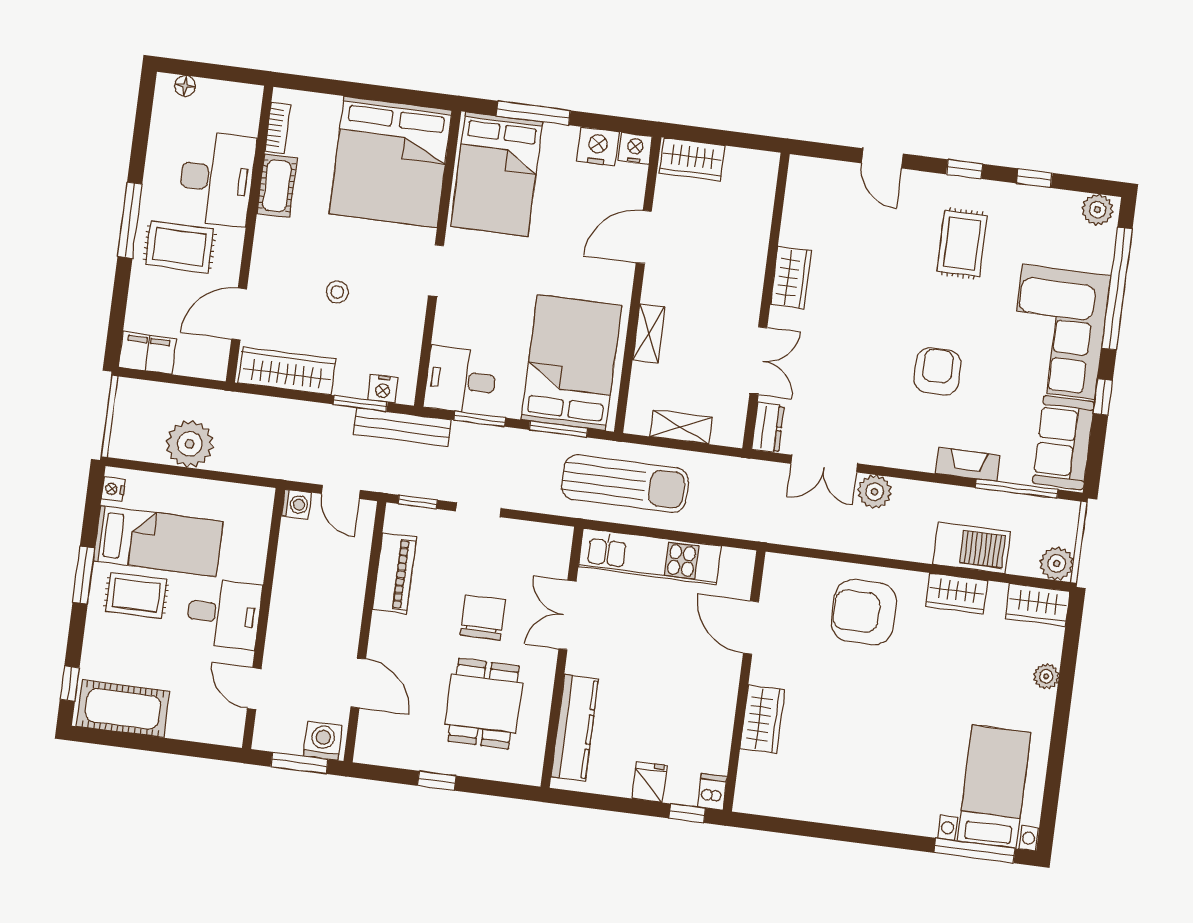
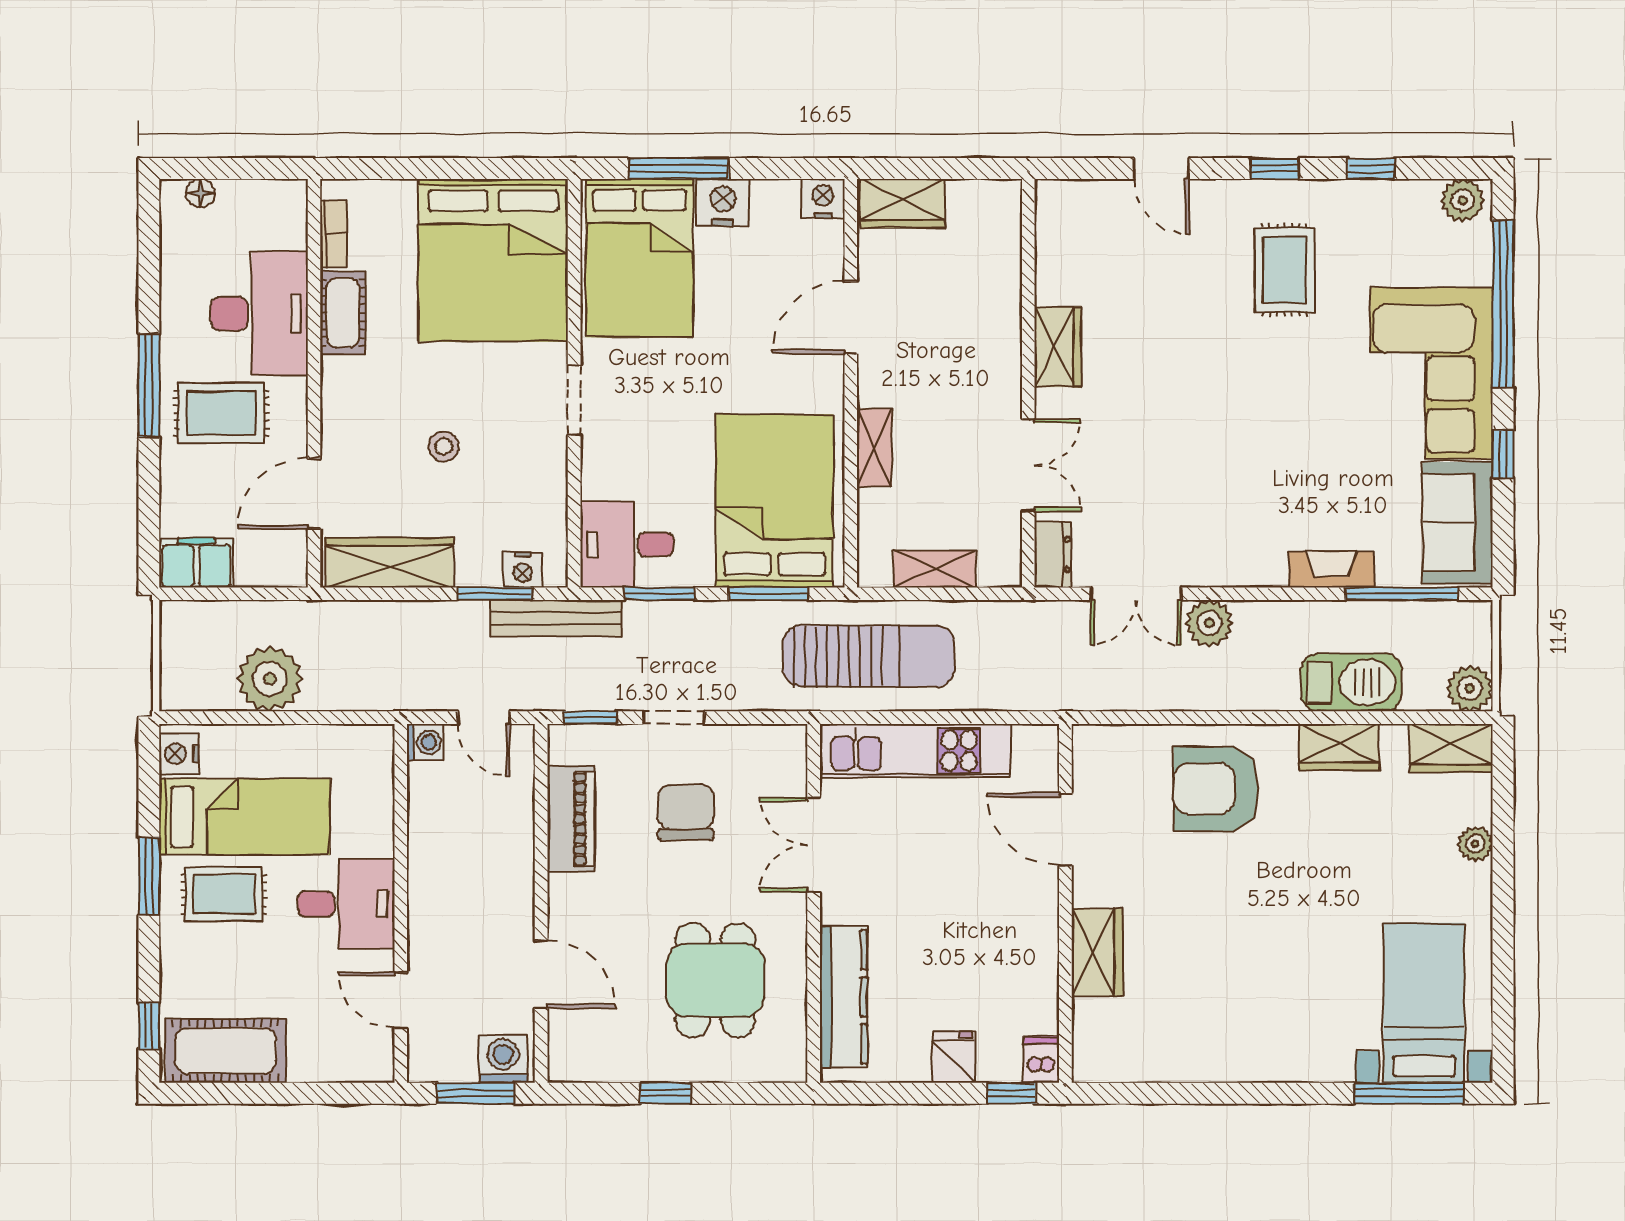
nightstand: (598, 147) -> (723, 203), moved
armchair: (937, 371) -> (1273, 448), removed
nightstand: (113, 489) -> (179, 754), width x1.39, depth x1.35
chair: (483, 617) -> (686, 812), moved

